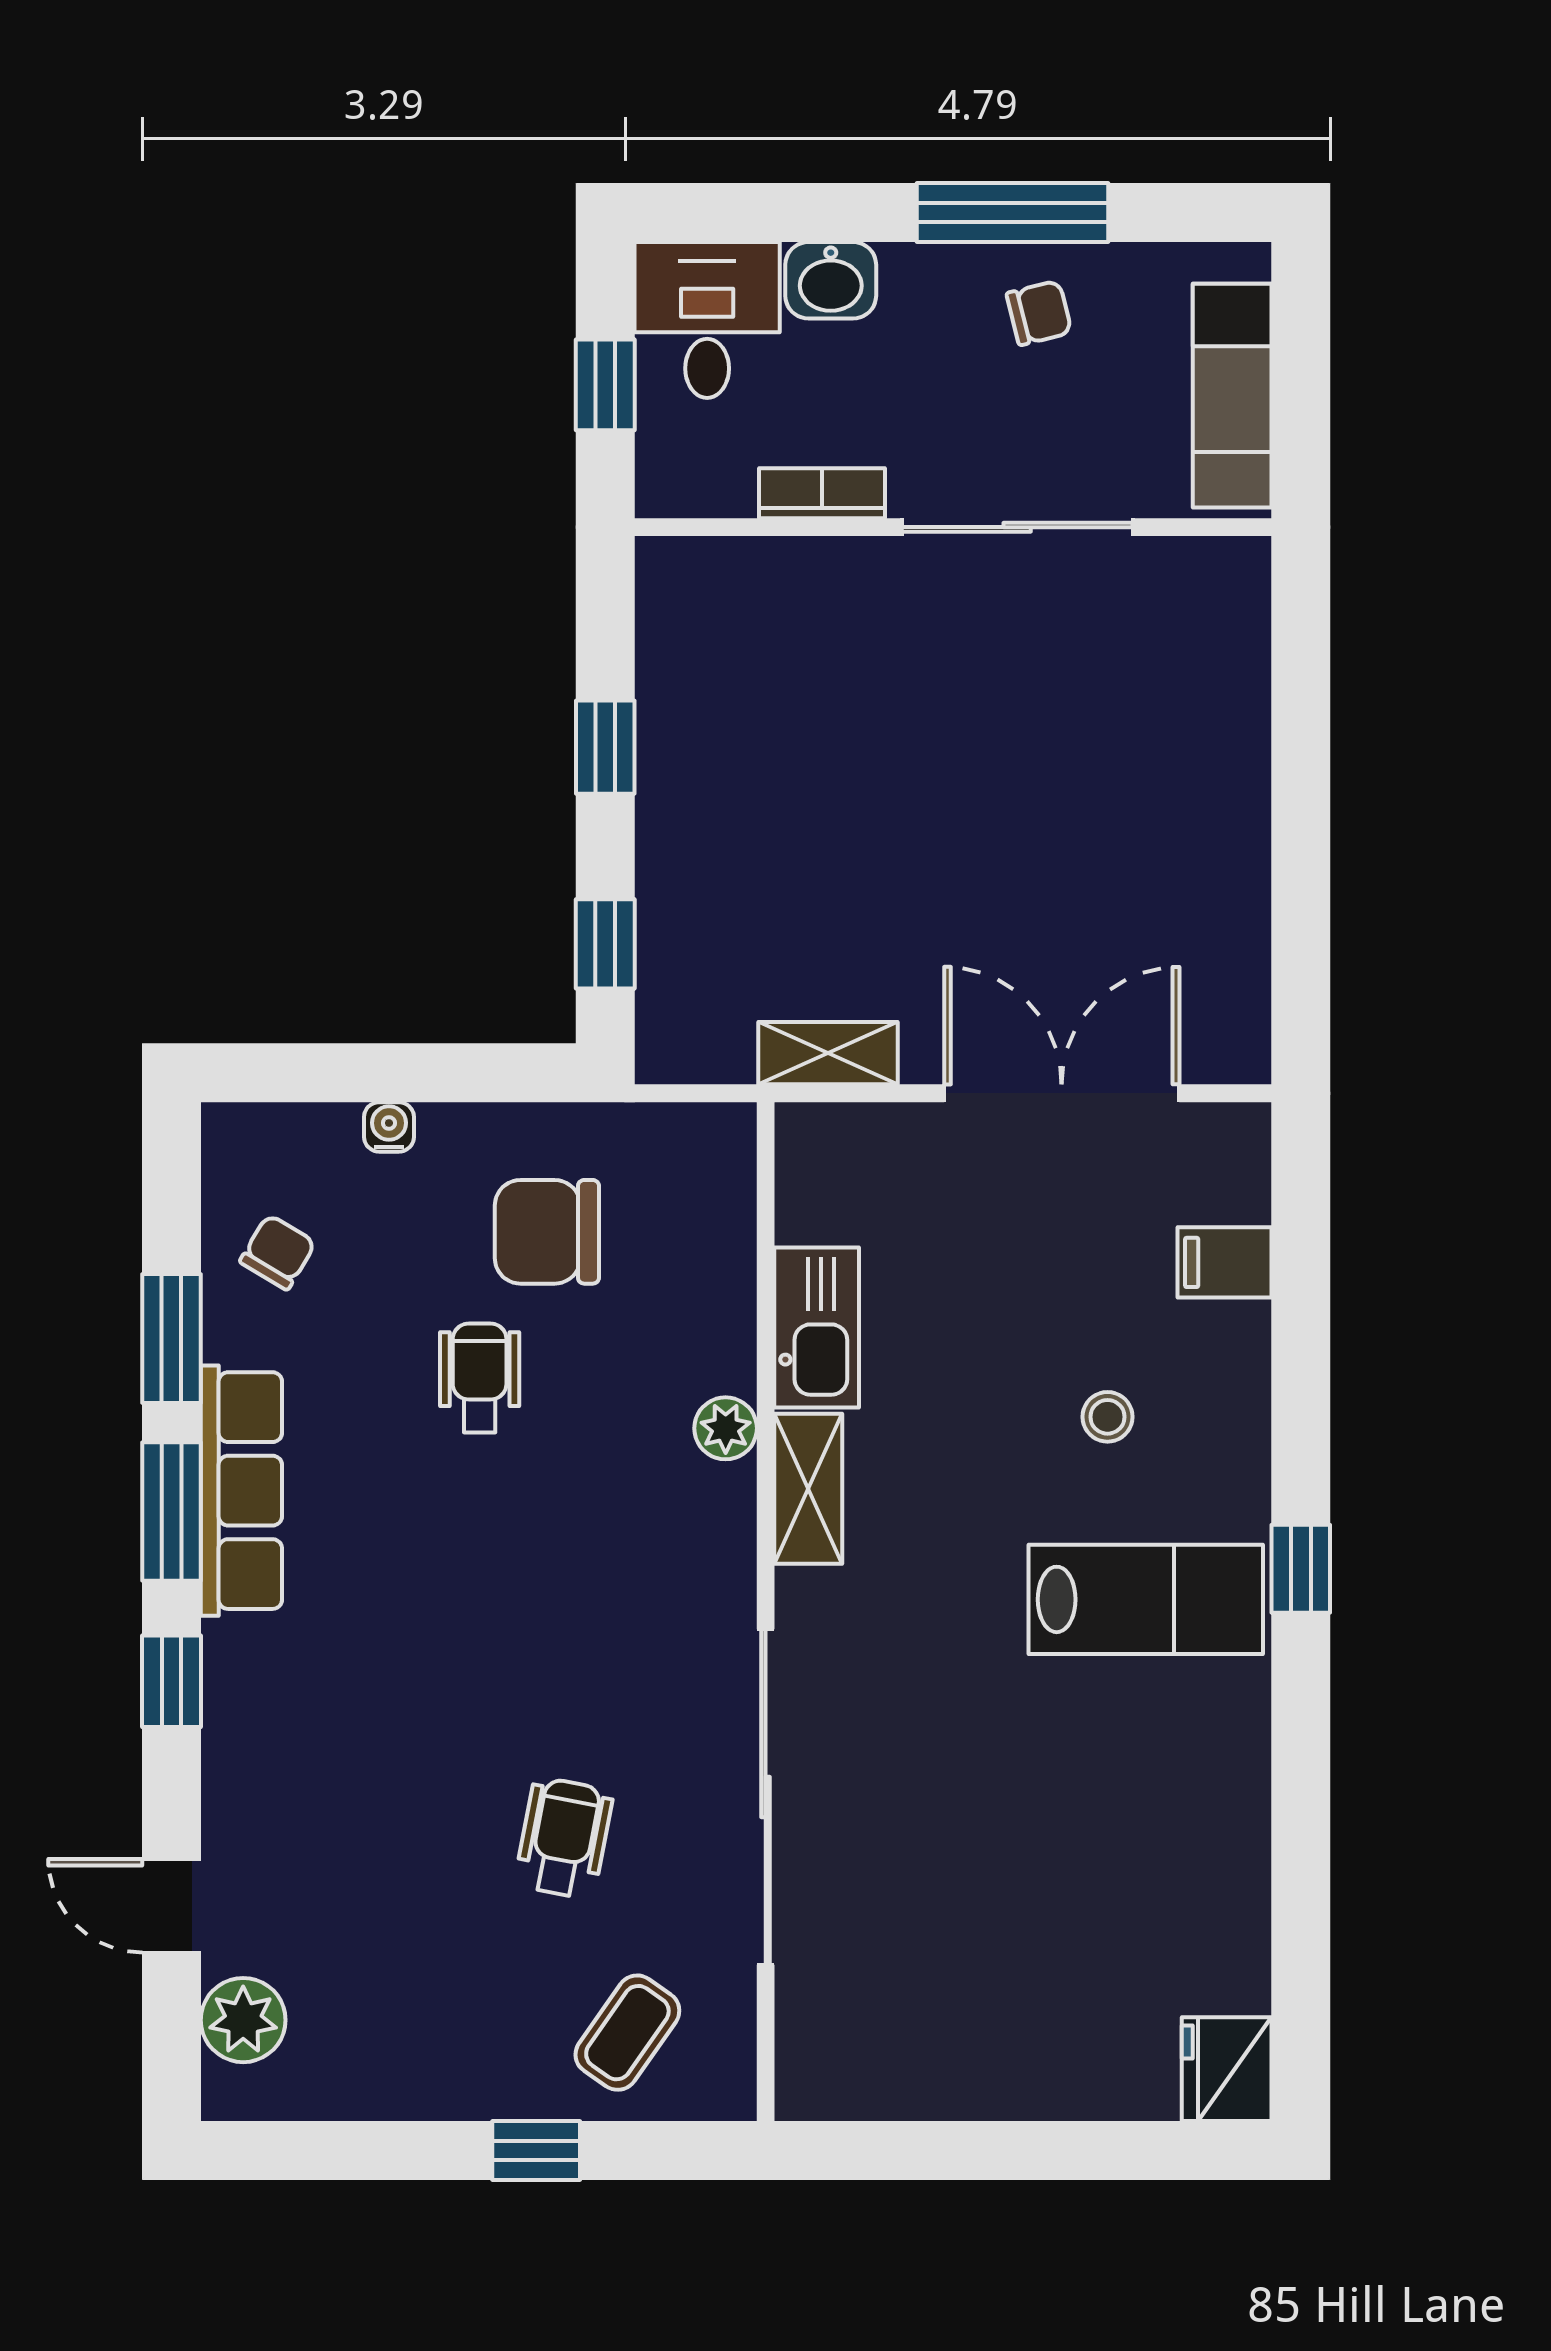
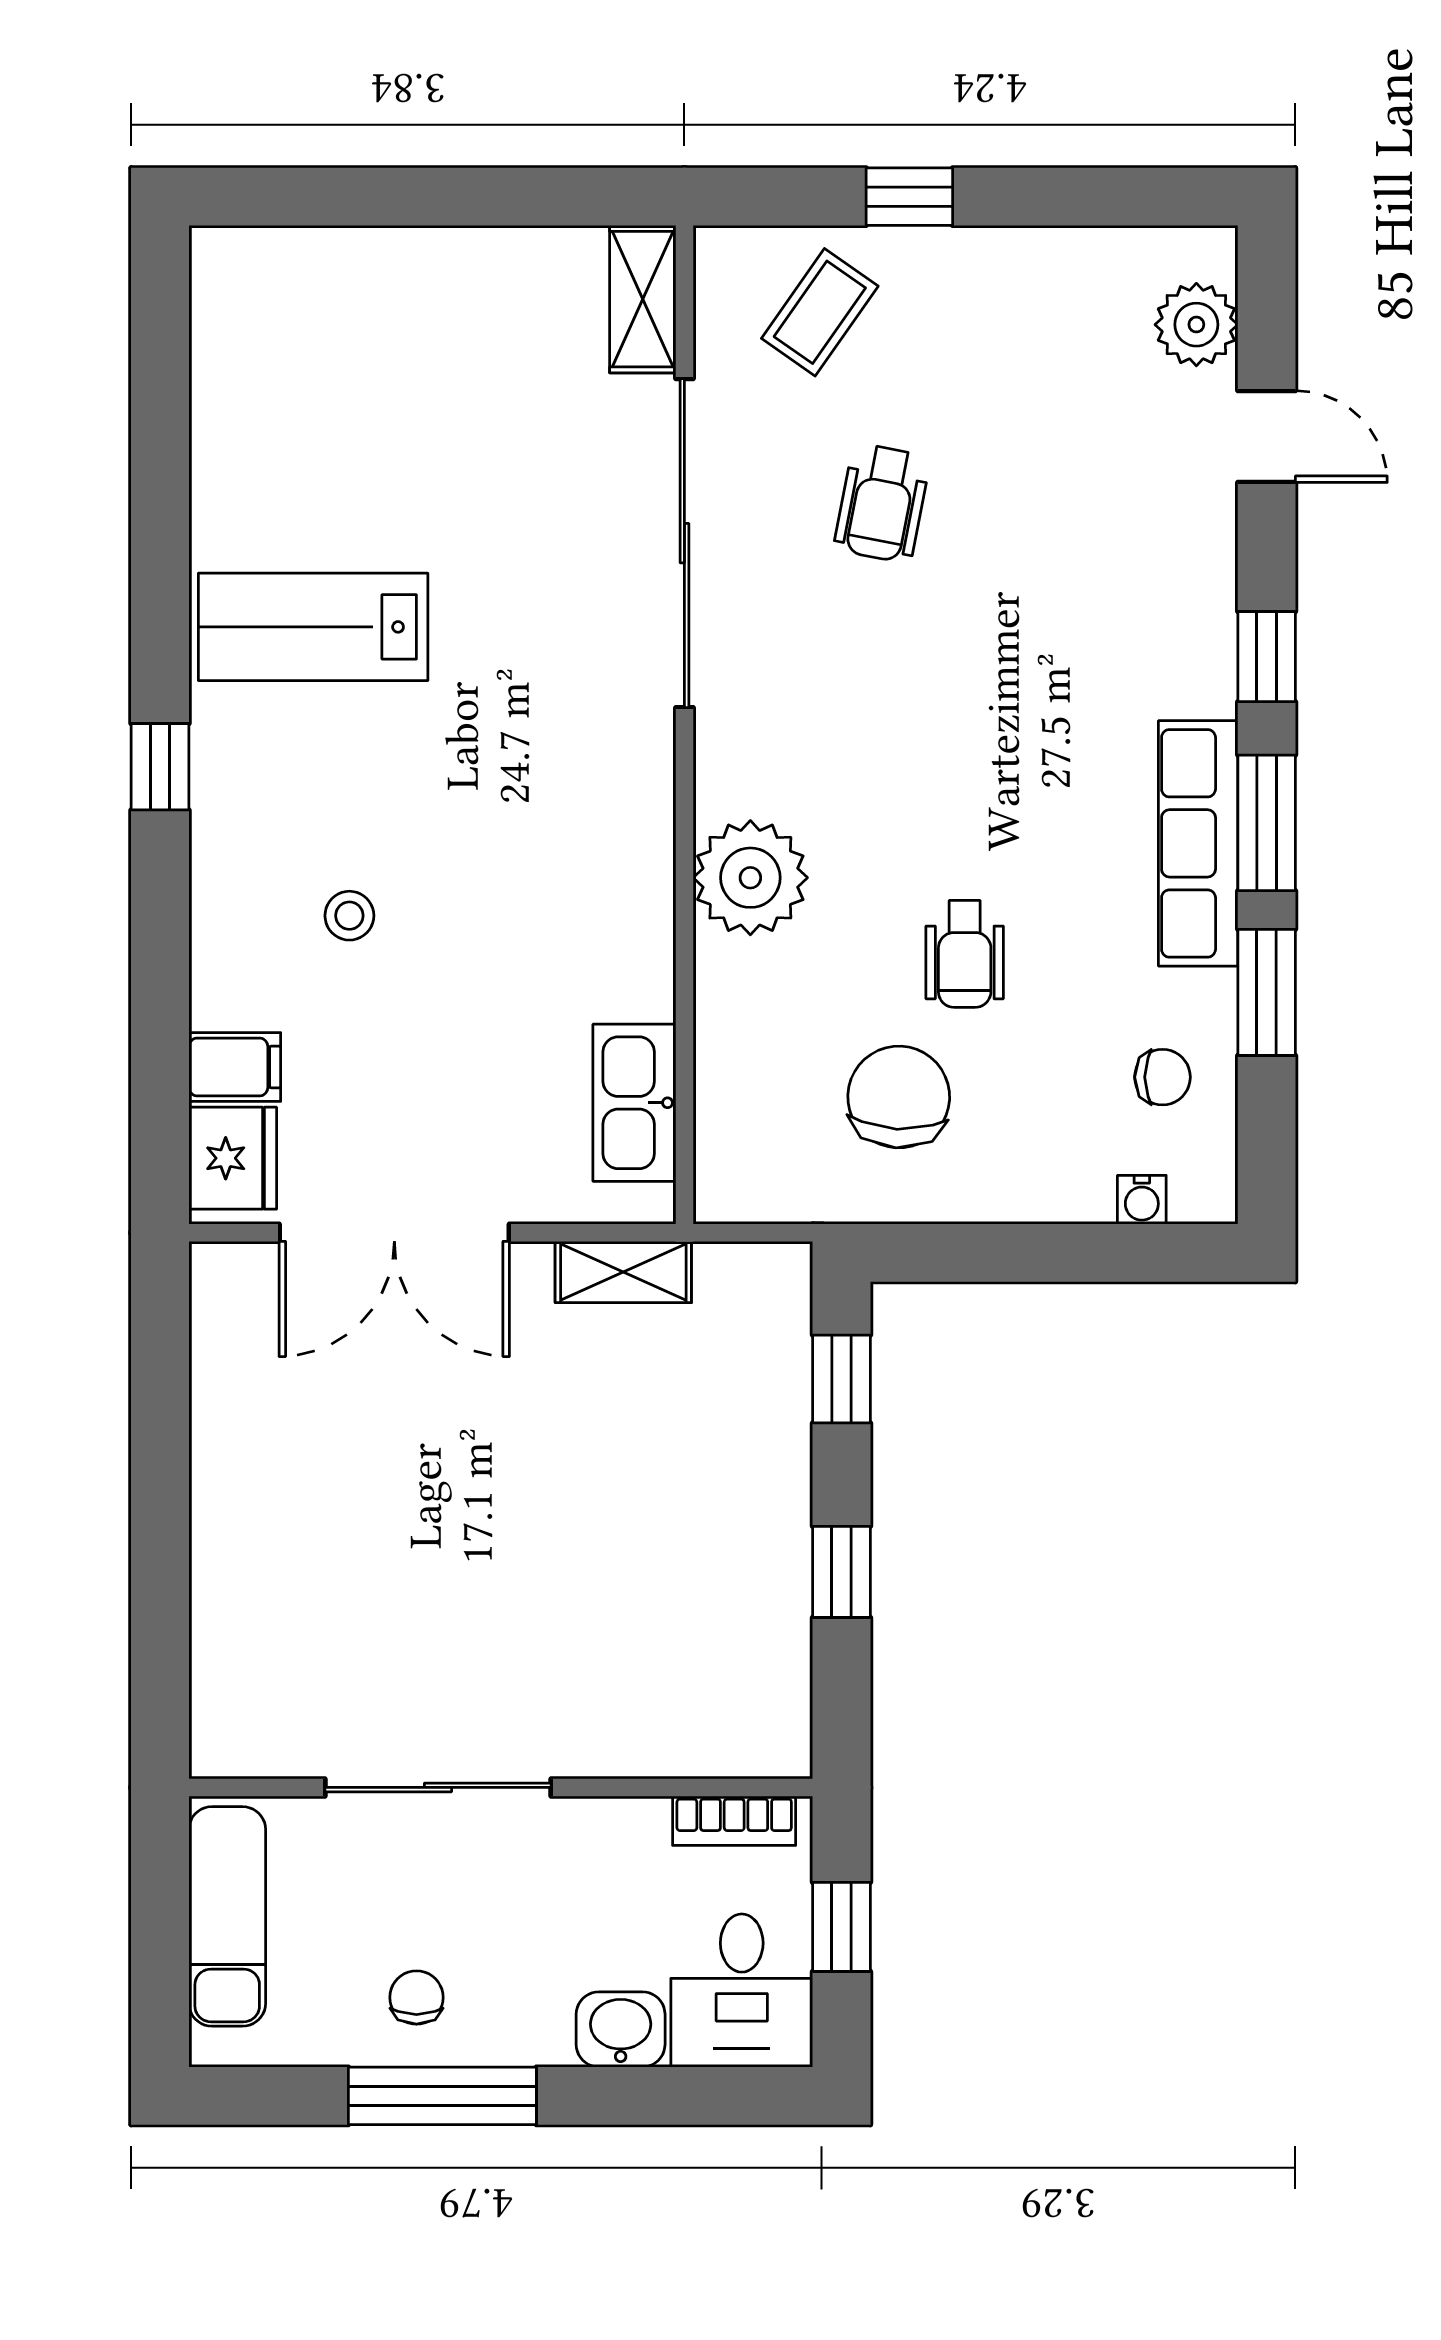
chair: (1039, 313) -> (416, 1997), turned 104
bookcase: (822, 493) -> (734, 1821), moved
water cooler: (389, 1127) -> (1142, 1200), moved
chair: (547, 1232) -> (899, 1097), turned -87
chair: (278, 1252) -> (1162, 1077), turned -121
kitchen sink: (817, 1328) -> (634, 1103), moved
plant: (726, 1428) -> (750, 878), width x1.88, depth x1.88
shelving: (808, 1489) -> (643, 299), moved
lab bench: (1146, 1599) -> (313, 627), moved
fridge: (1227, 2069) -> (233, 1158), moved

